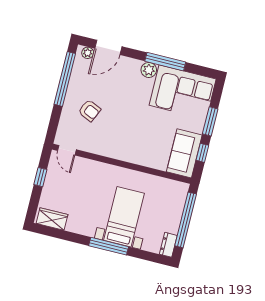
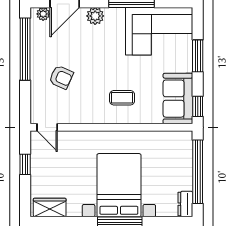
plant: (149, 70) -> (95, 16), moved
coffee table: (137, 141) -> (122, 98), added
window: (202, 153) -> (198, 106), moved
bed with nightstands: (124, 217) -> (119, 185), width x1.36

